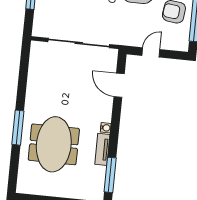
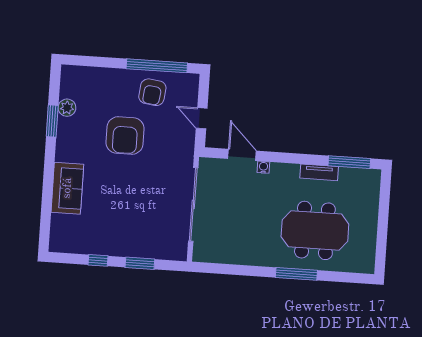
door: (119, 85) -> (242, 155), swing flipped
water cooler: (106, 128) -> (263, 167), moved

